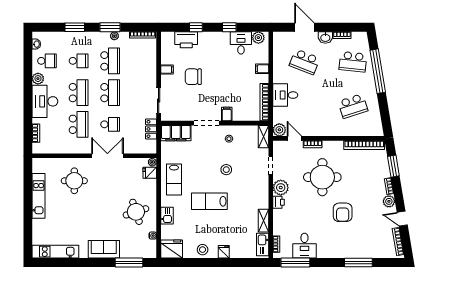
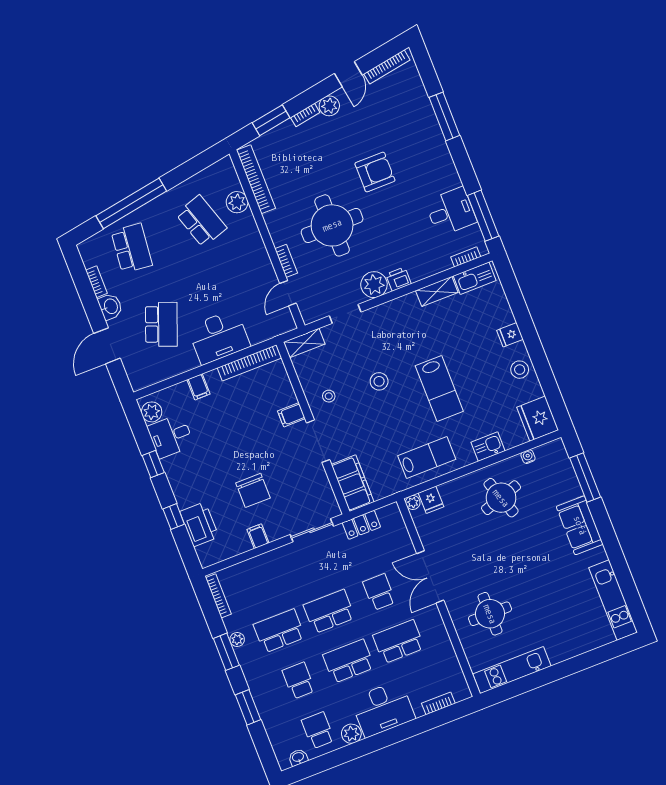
desk: (285, 95) -> (219, 337), width x1.37
plant: (279, 130) -> (237, 202), moved
kitchen unit: (39, 196) -> (512, 670), moved

